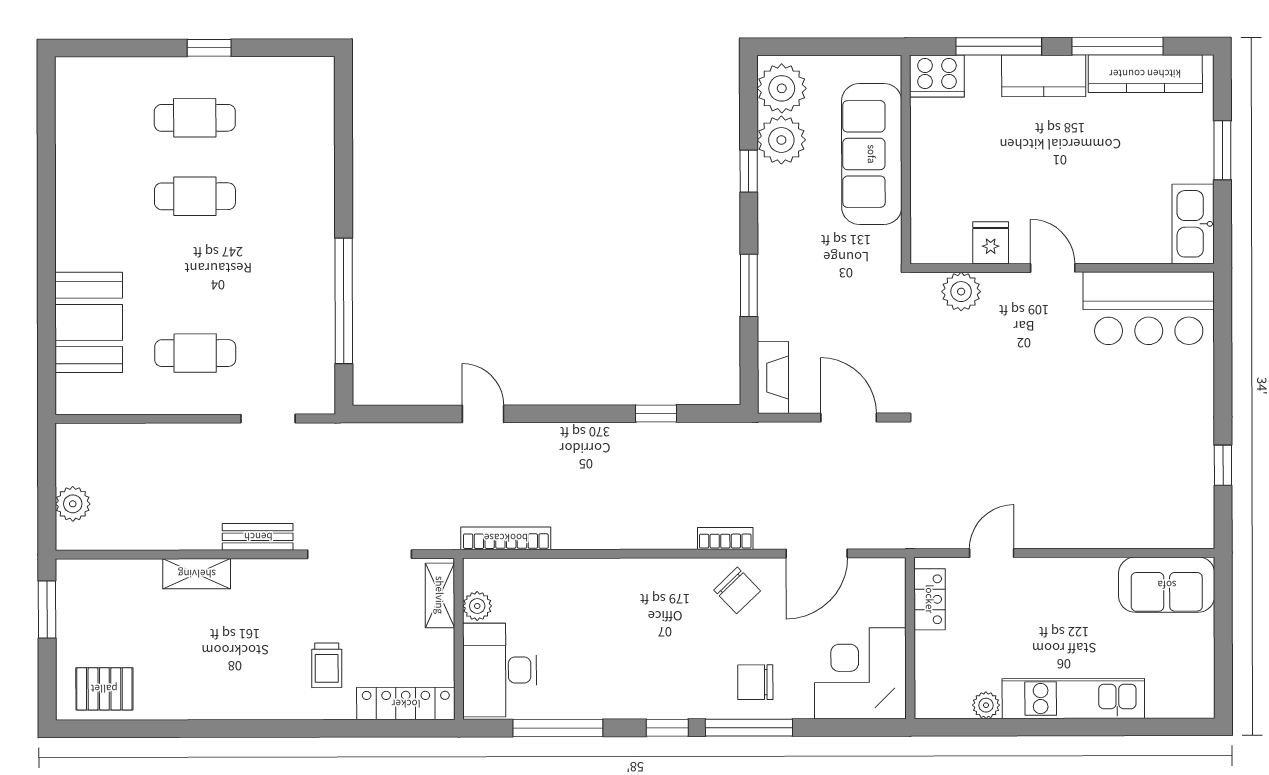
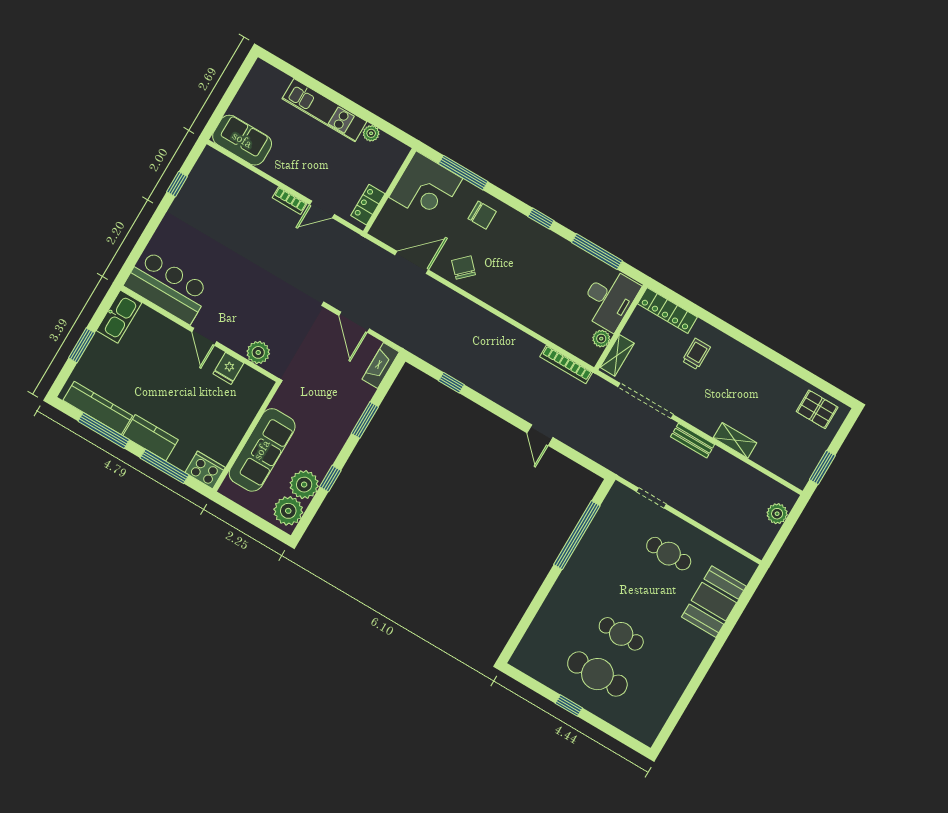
cafe table: (195, 118) -> (597, 674), width x1.37, depth x1.35
bookcase: (725, 538) -> (290, 201), moved
window: (749, 728) -> (463, 173), moved

